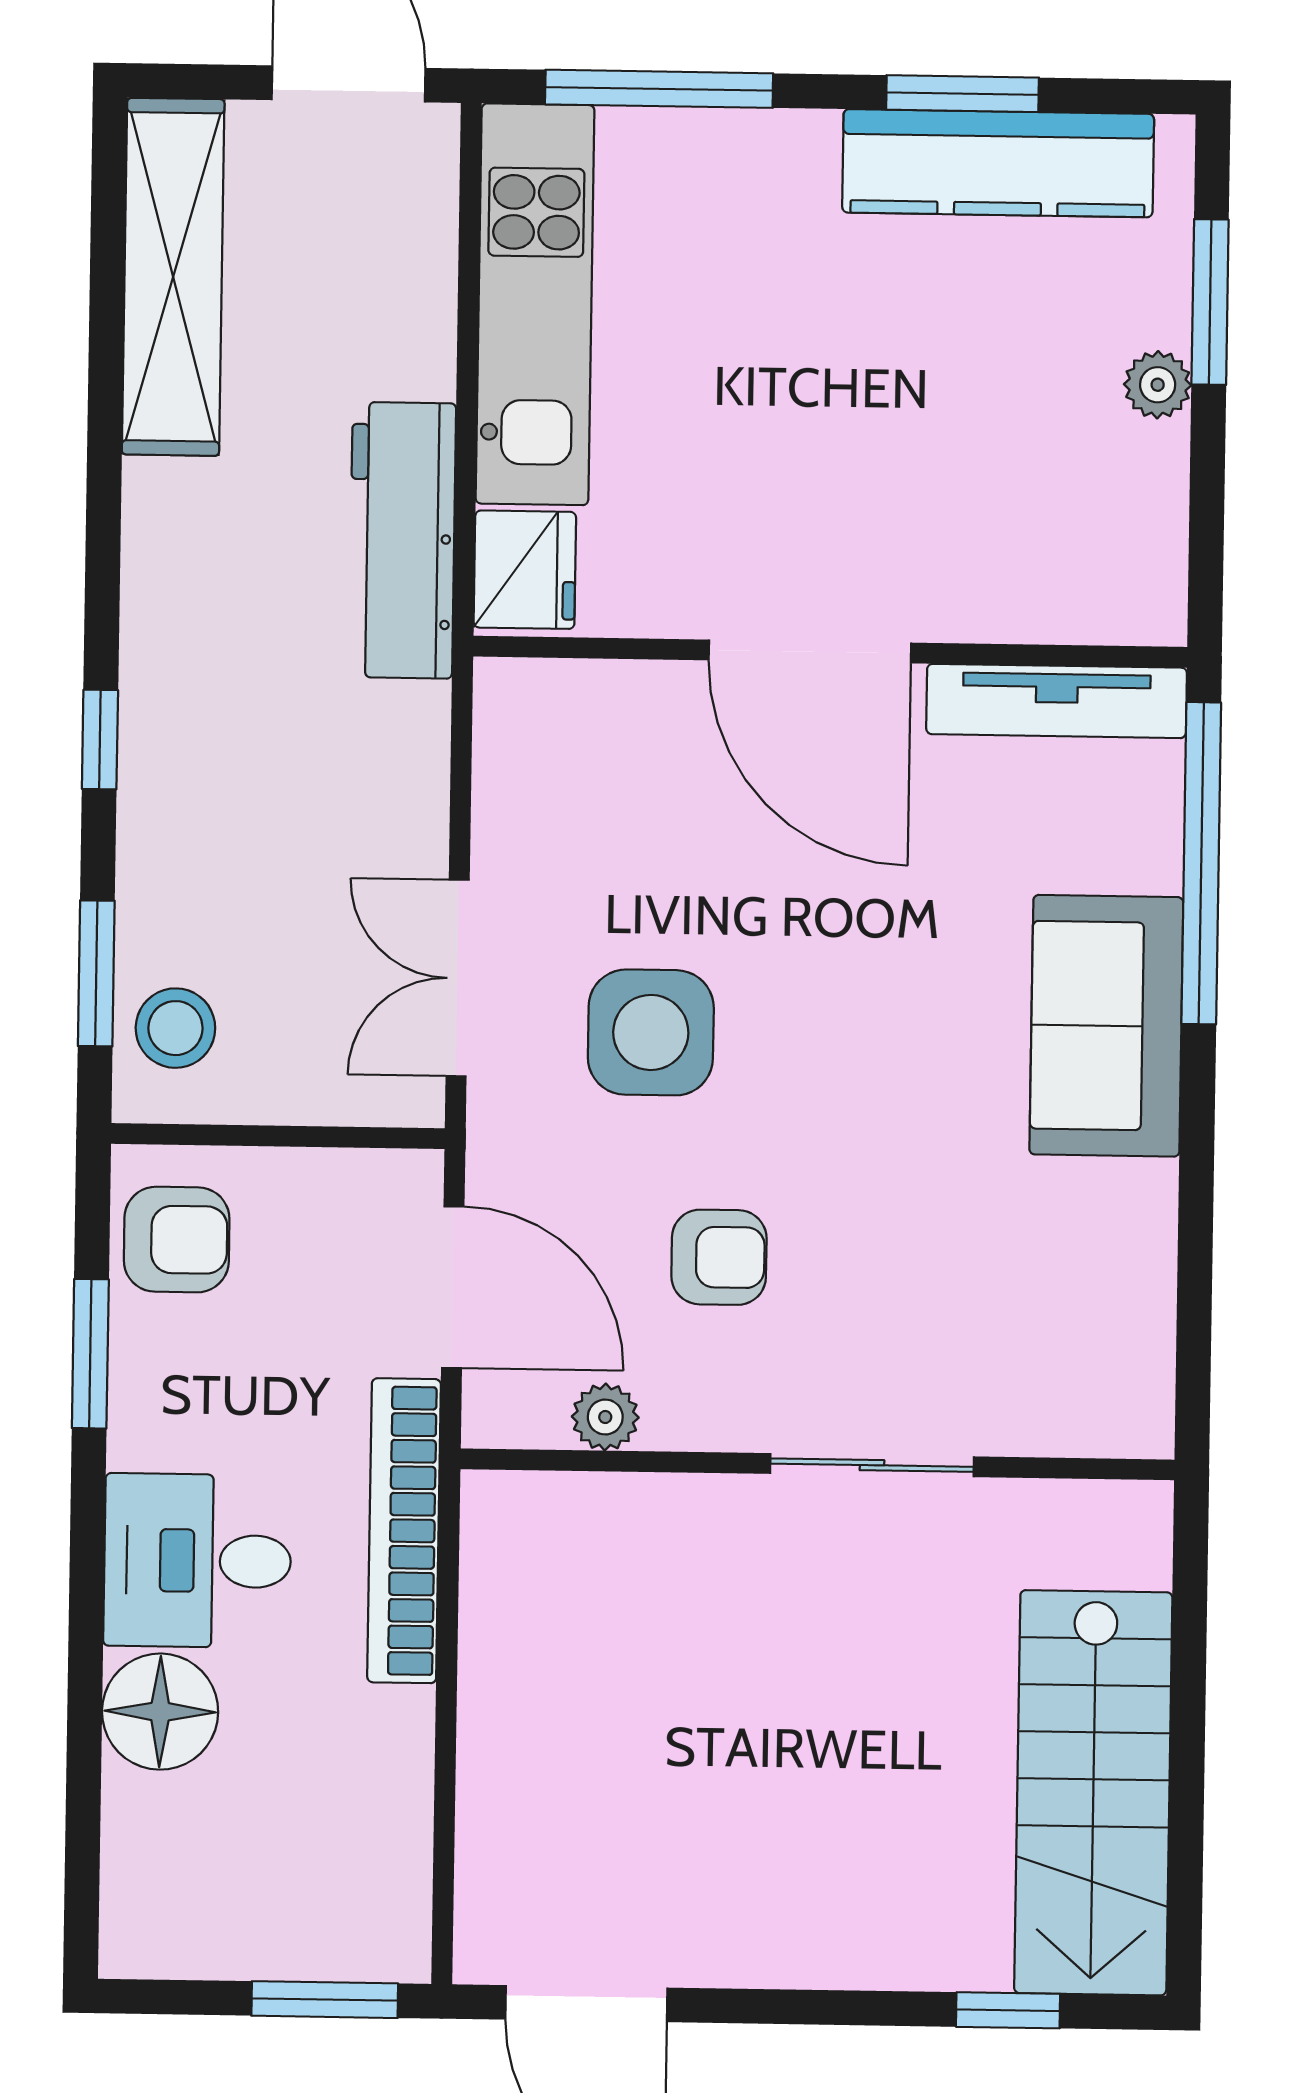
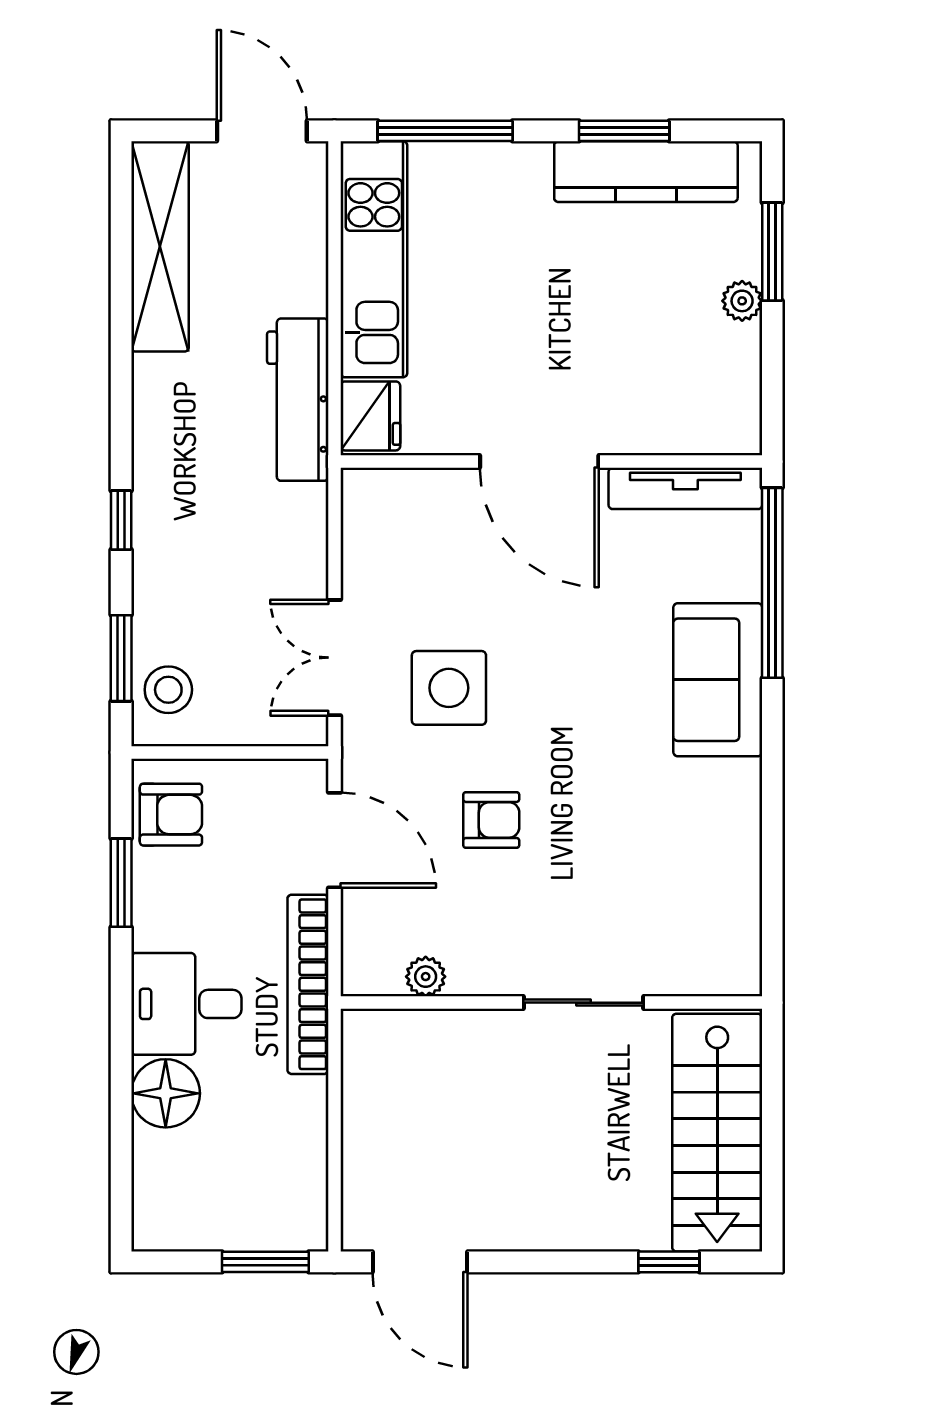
plant: (605, 1417) -> (426, 977), moved
wall: (817, 1464) -> (551, 1003), moved
sliding door: (872, 1465) -> (584, 1003), moved

